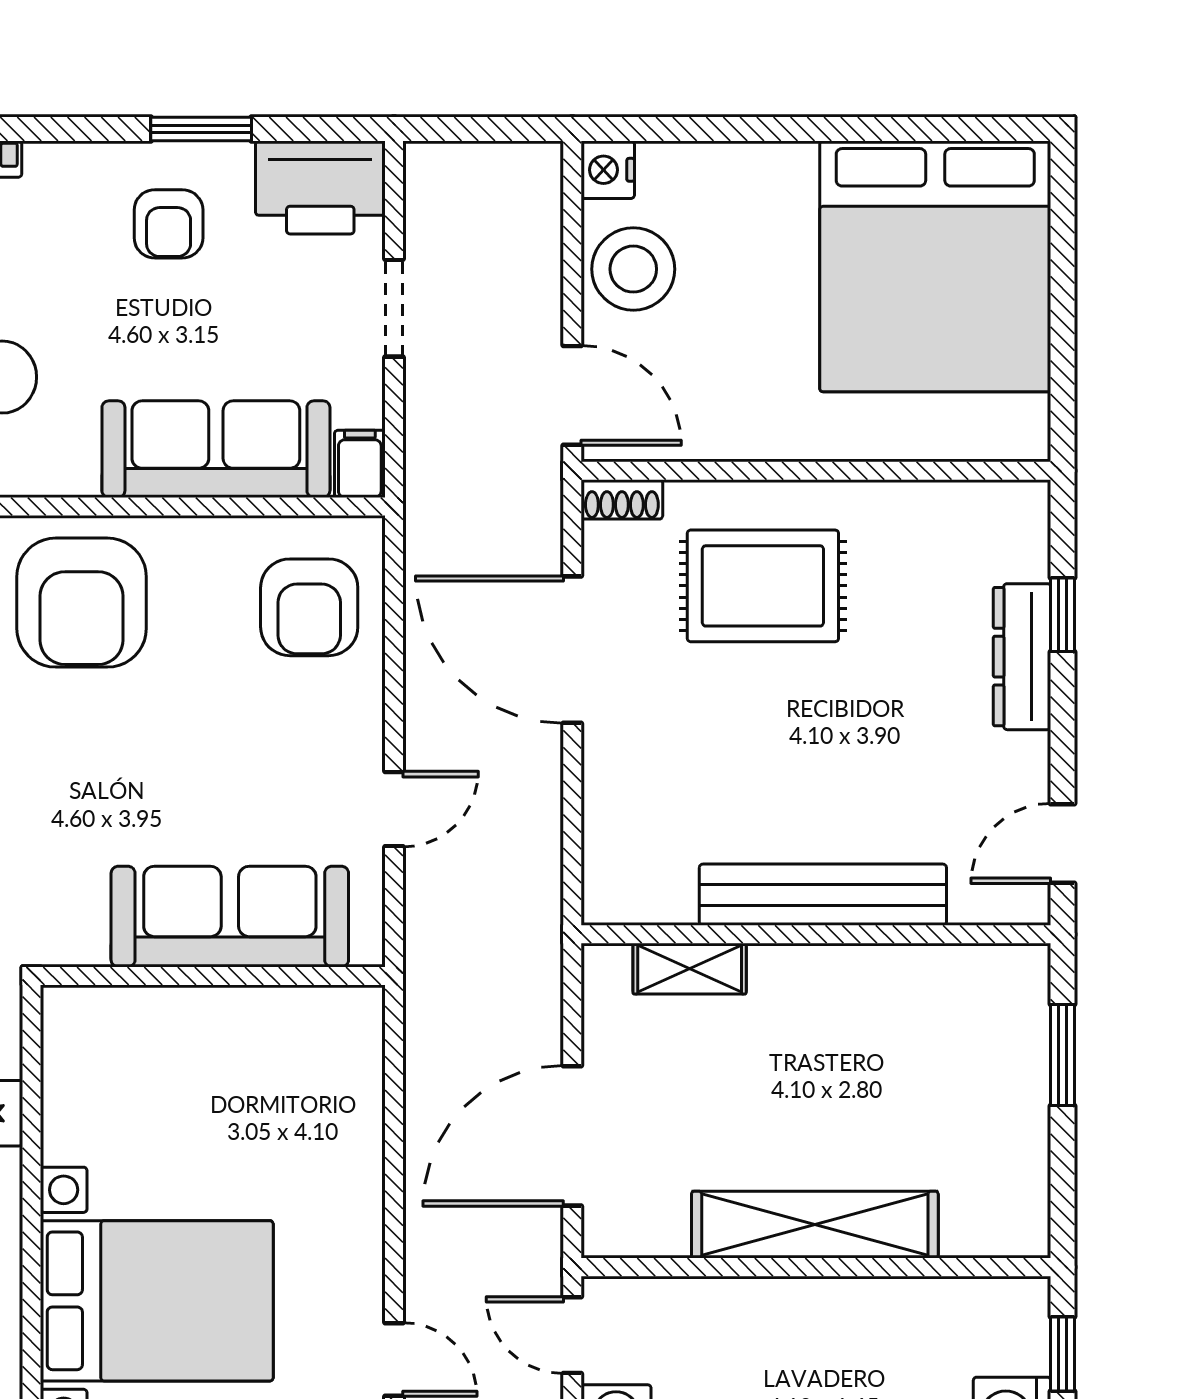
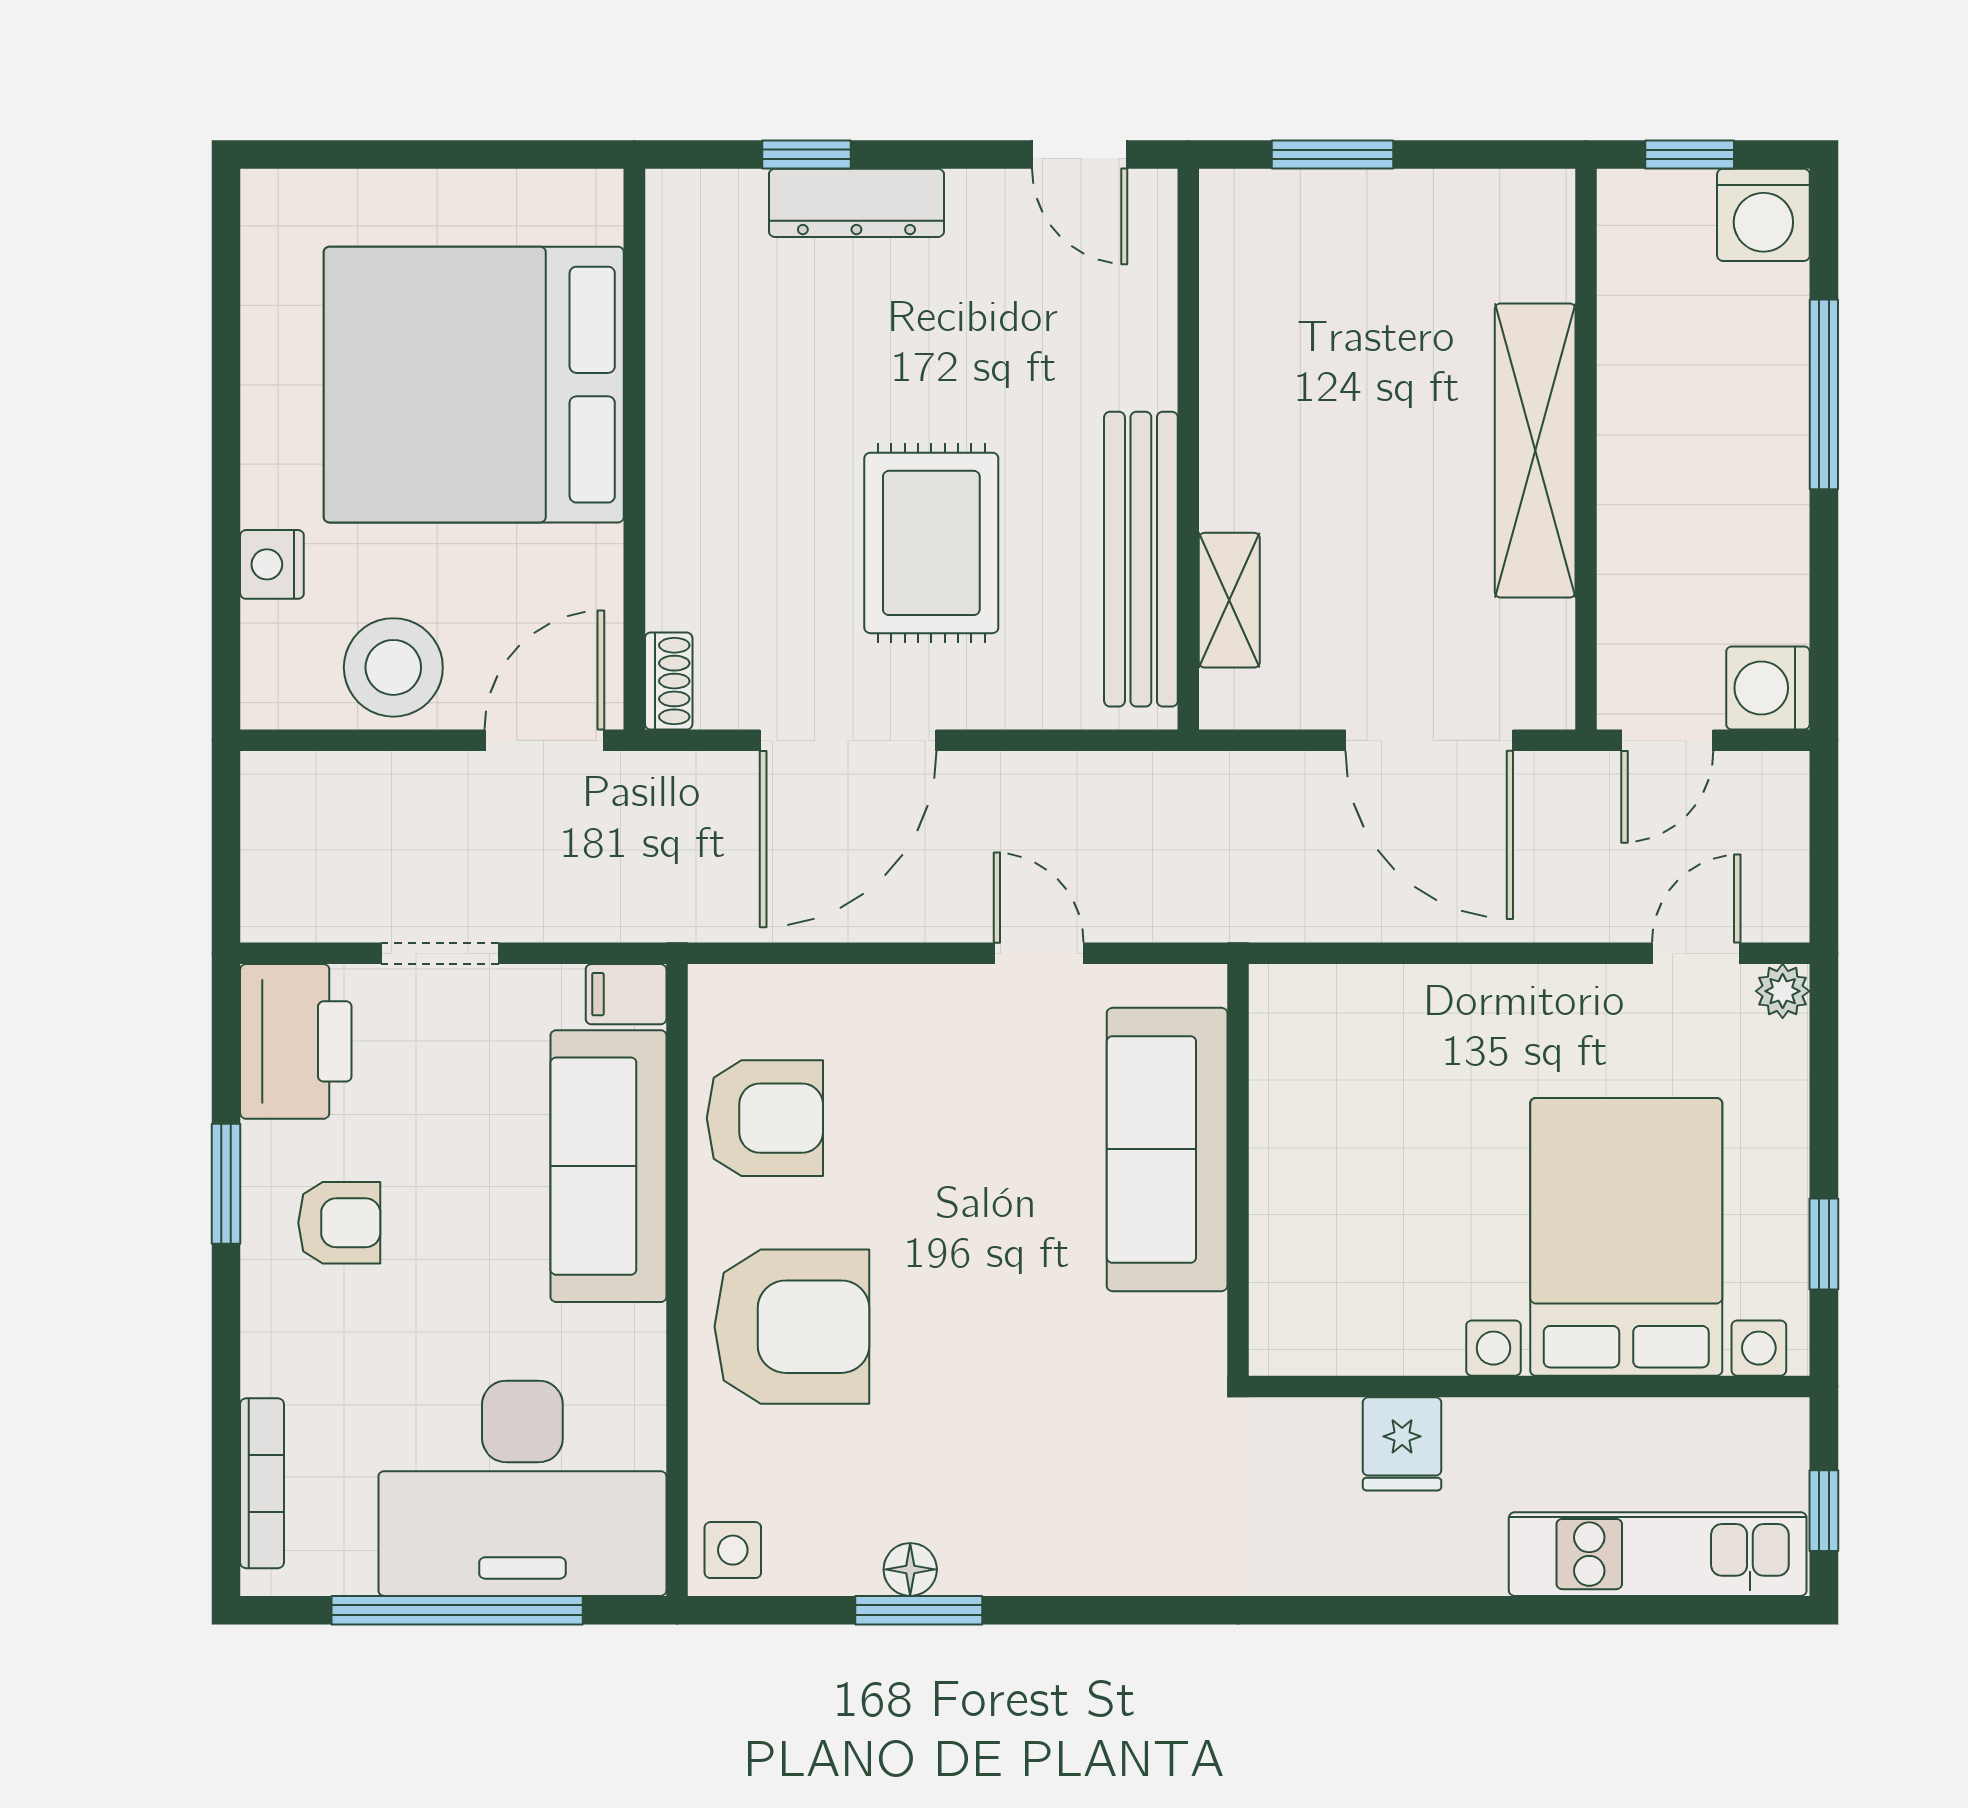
nightstand: (608, 170) -> (272, 564), moved, turned 90
bed: (935, 266) -> (474, 385), moved, turned 180
rug: (763, 586) -> (931, 543), moved
armchair: (309, 607) -> (765, 1118), moved
bench: (823, 895) -> (1141, 559), moved

